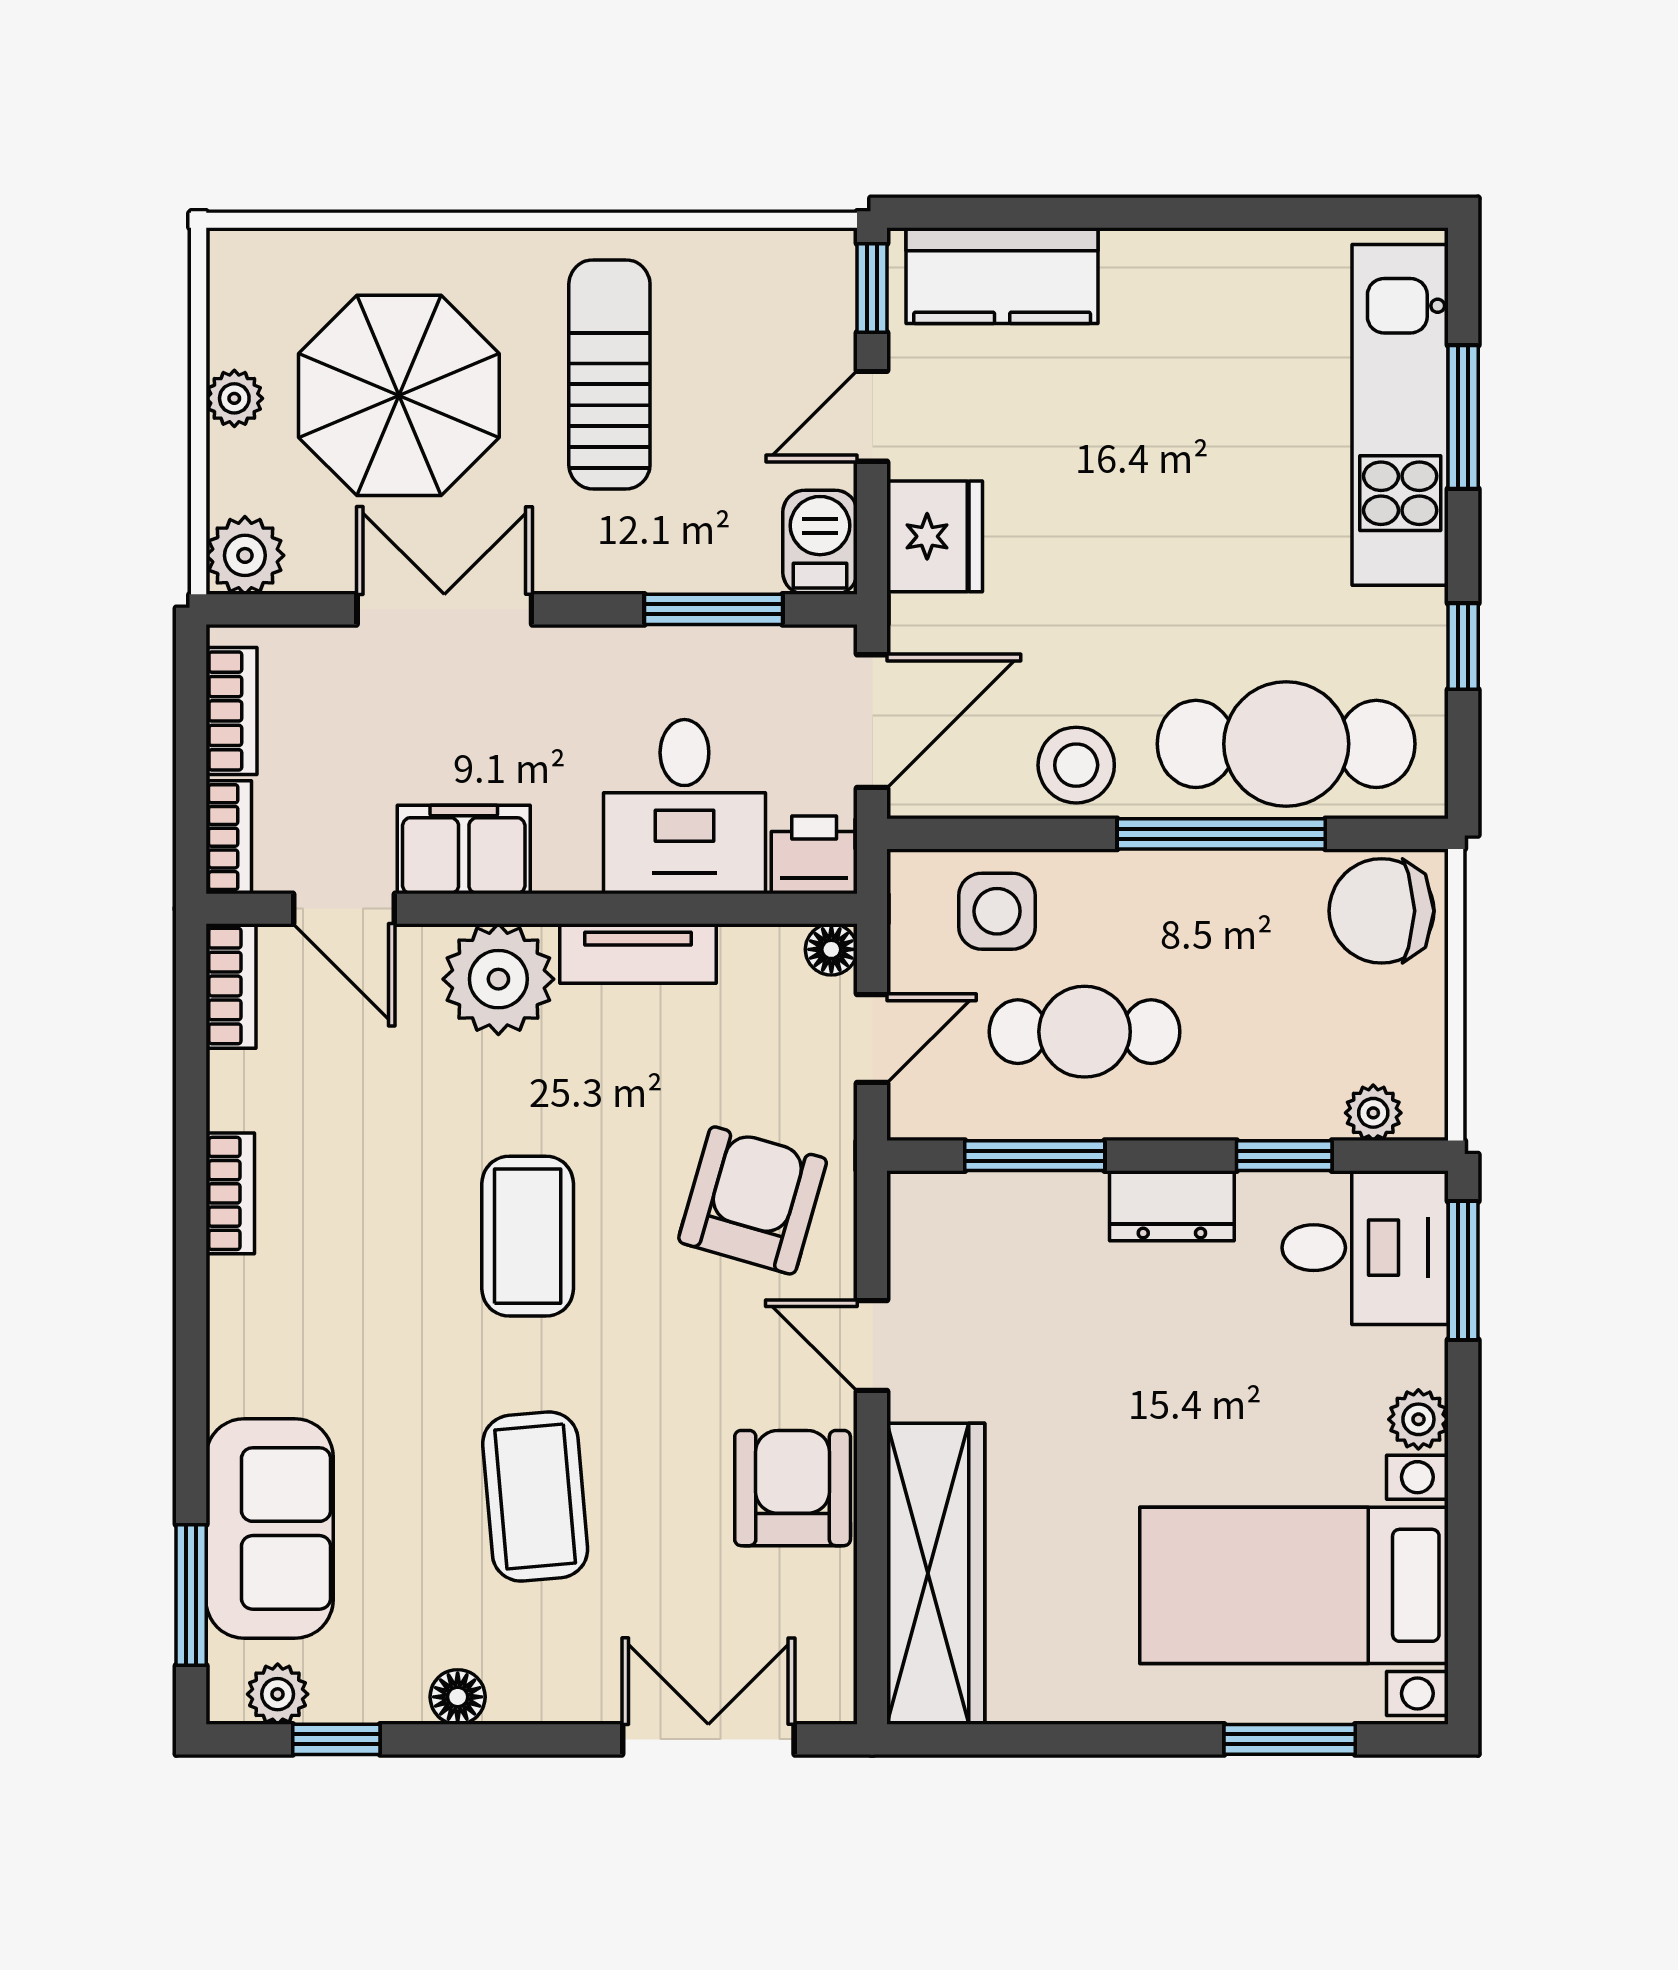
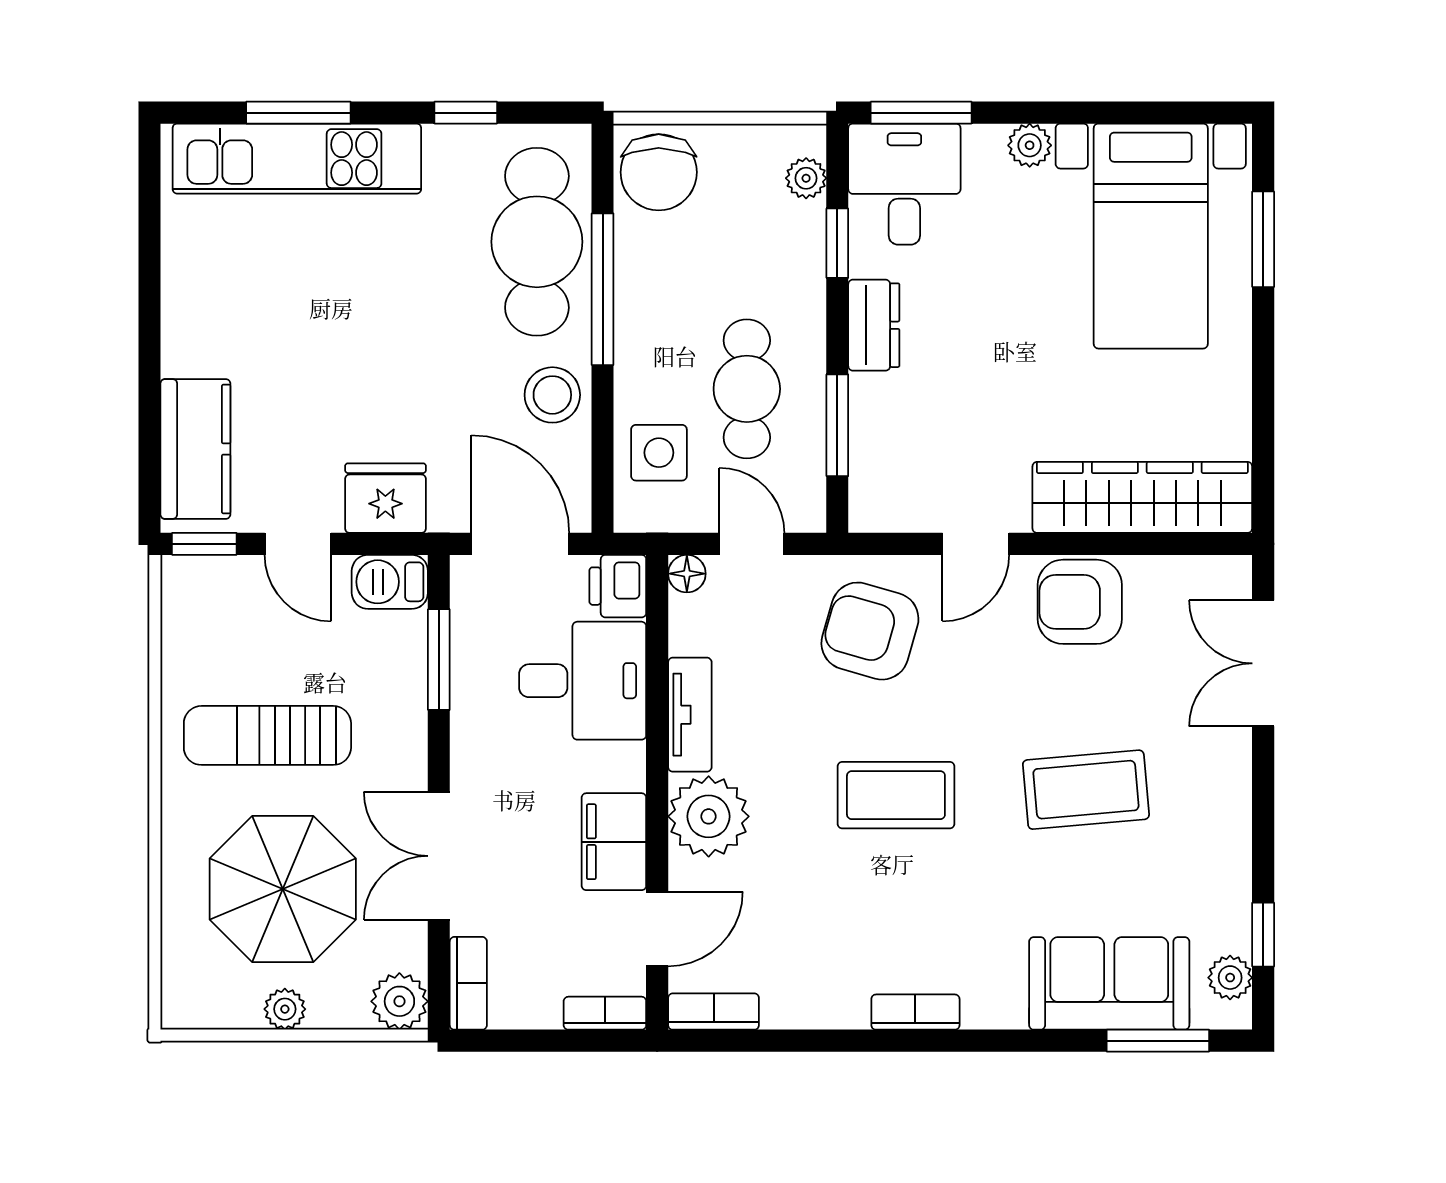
bookcase: (231, 711) -> (468, 983), moved, turned 90
bookcase: (230, 1193) -> (915, 1012), moved
floor lamp: (458, 1697) -> (1232, 846), removed

